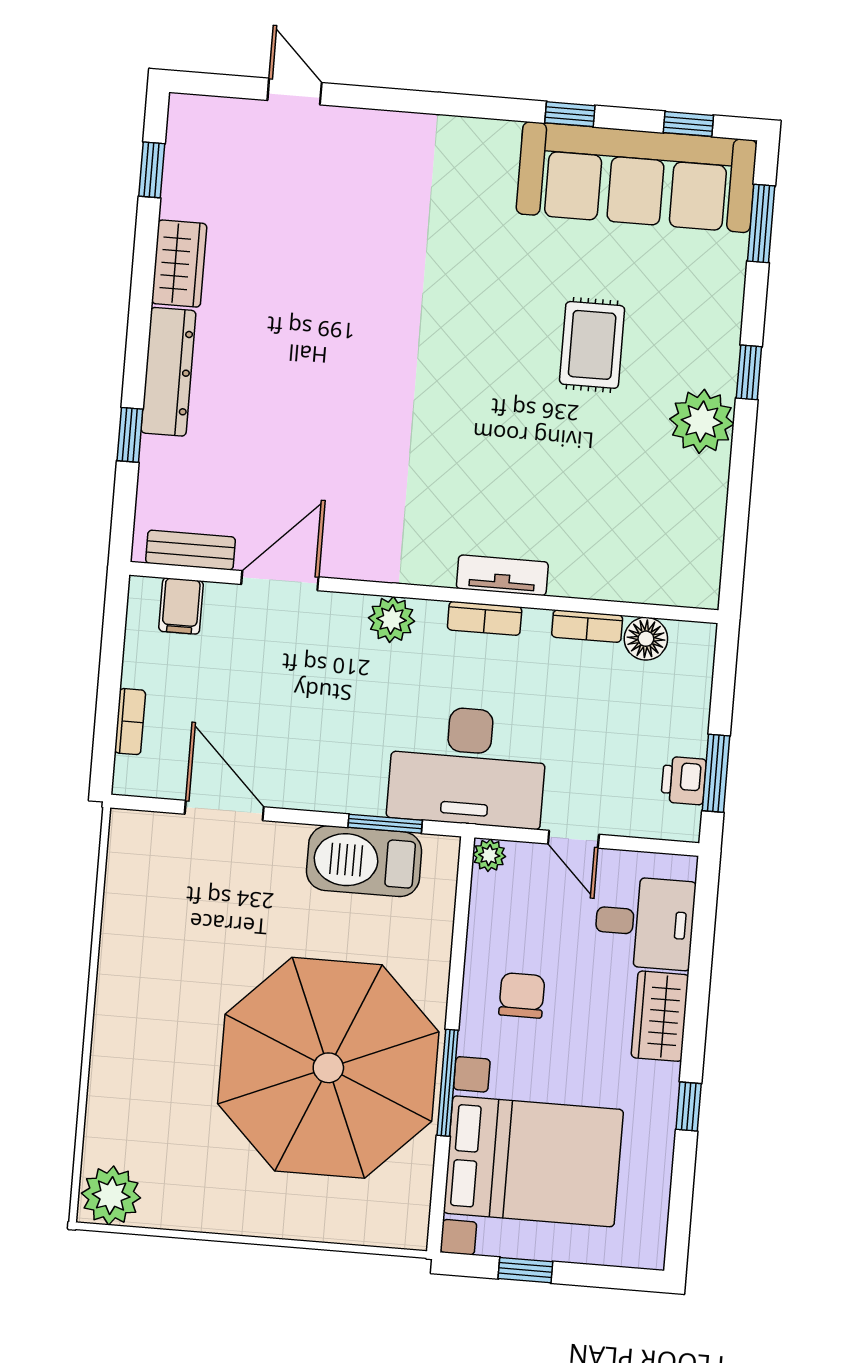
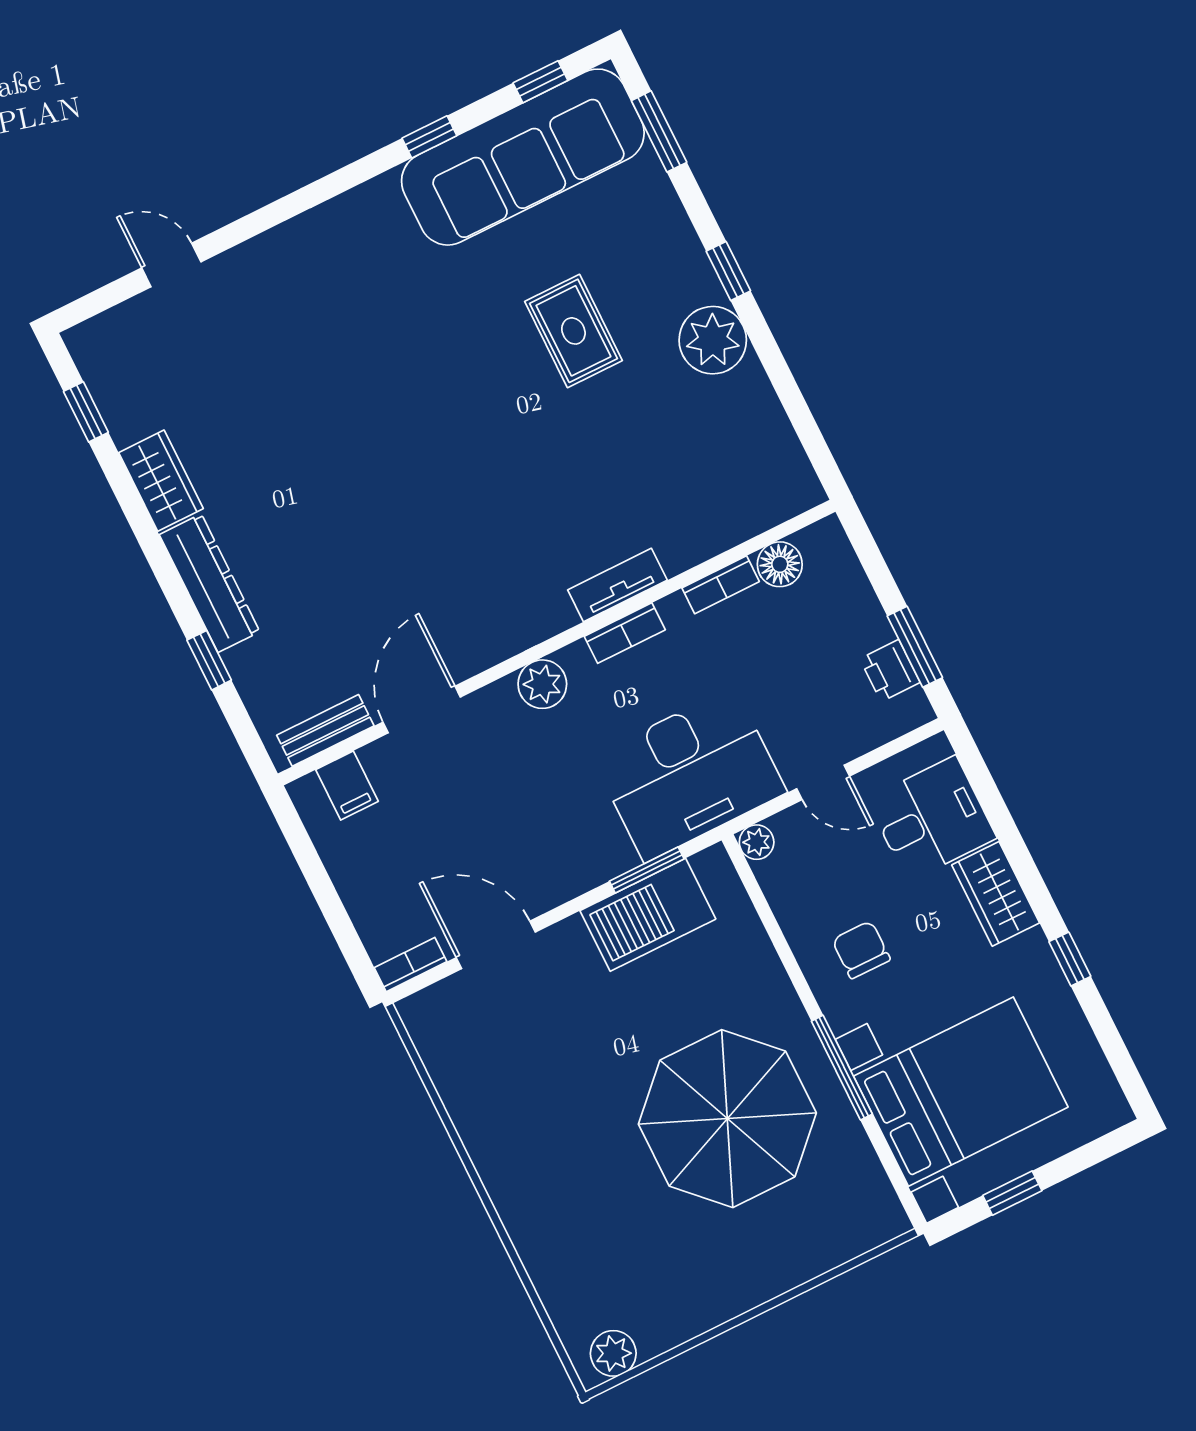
bookcase: (130, 722) -> (411, 965), moved, turned -90
parasol: (328, 1068) -> (727, 1119), width x0.73, depth x0.73
plant: (111, 1196) -> (613, 1353), width x0.73, depth x0.73

